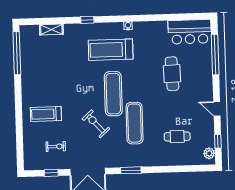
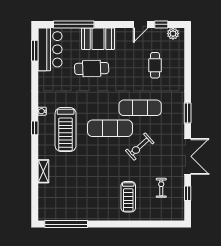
window: (188, 17) -> (35, 51), added
window: (87, 20) -> (35, 128), moved
shelving: (51, 29) -> (43, 171), moved
booth: (202, 79) -> (98, 39), added
door: (217, 109) -> (141, 24), moved

